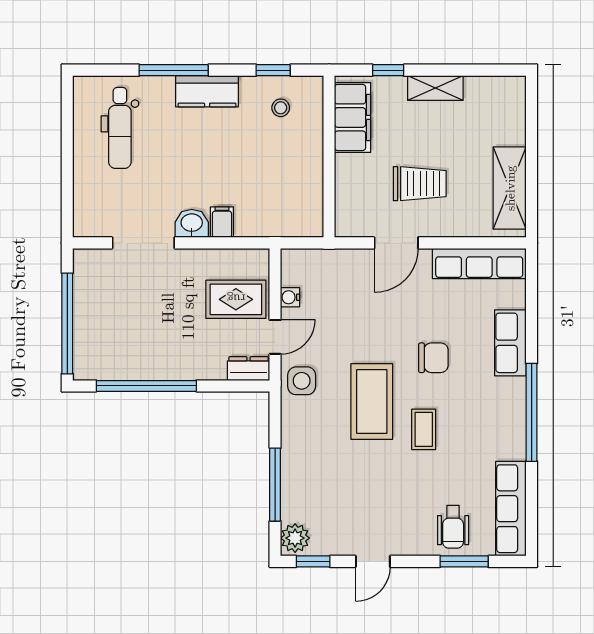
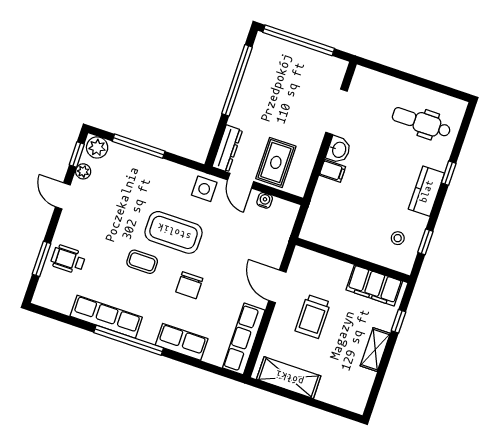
window: (174, 70) -> (449, 173), width x0.46
dresser: (248, 369) -> (227, 149), width x1.44
row of seats: (511, 509) -> (106, 317), moved
plant: (332, 546) -> (83, 171), added

